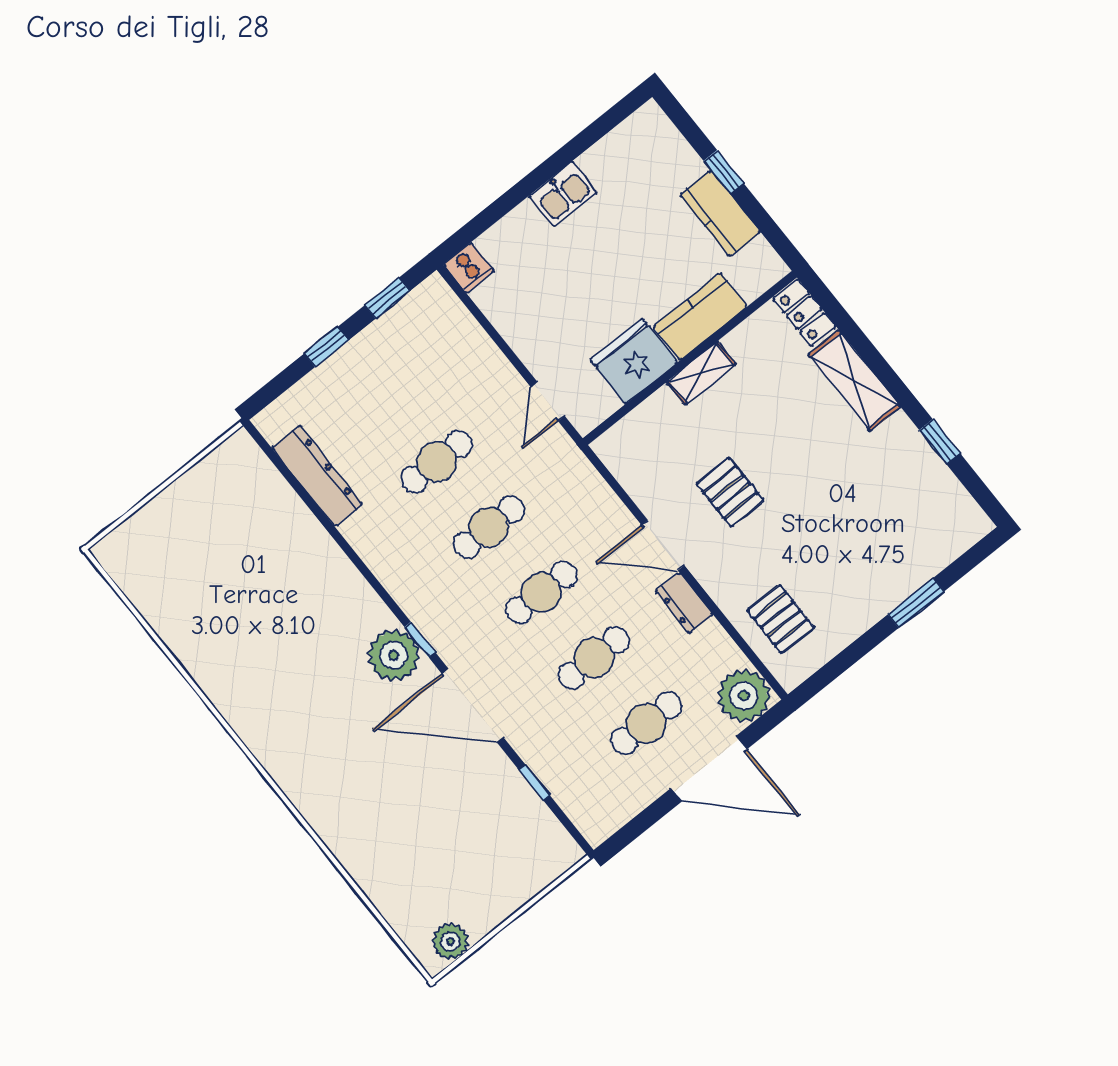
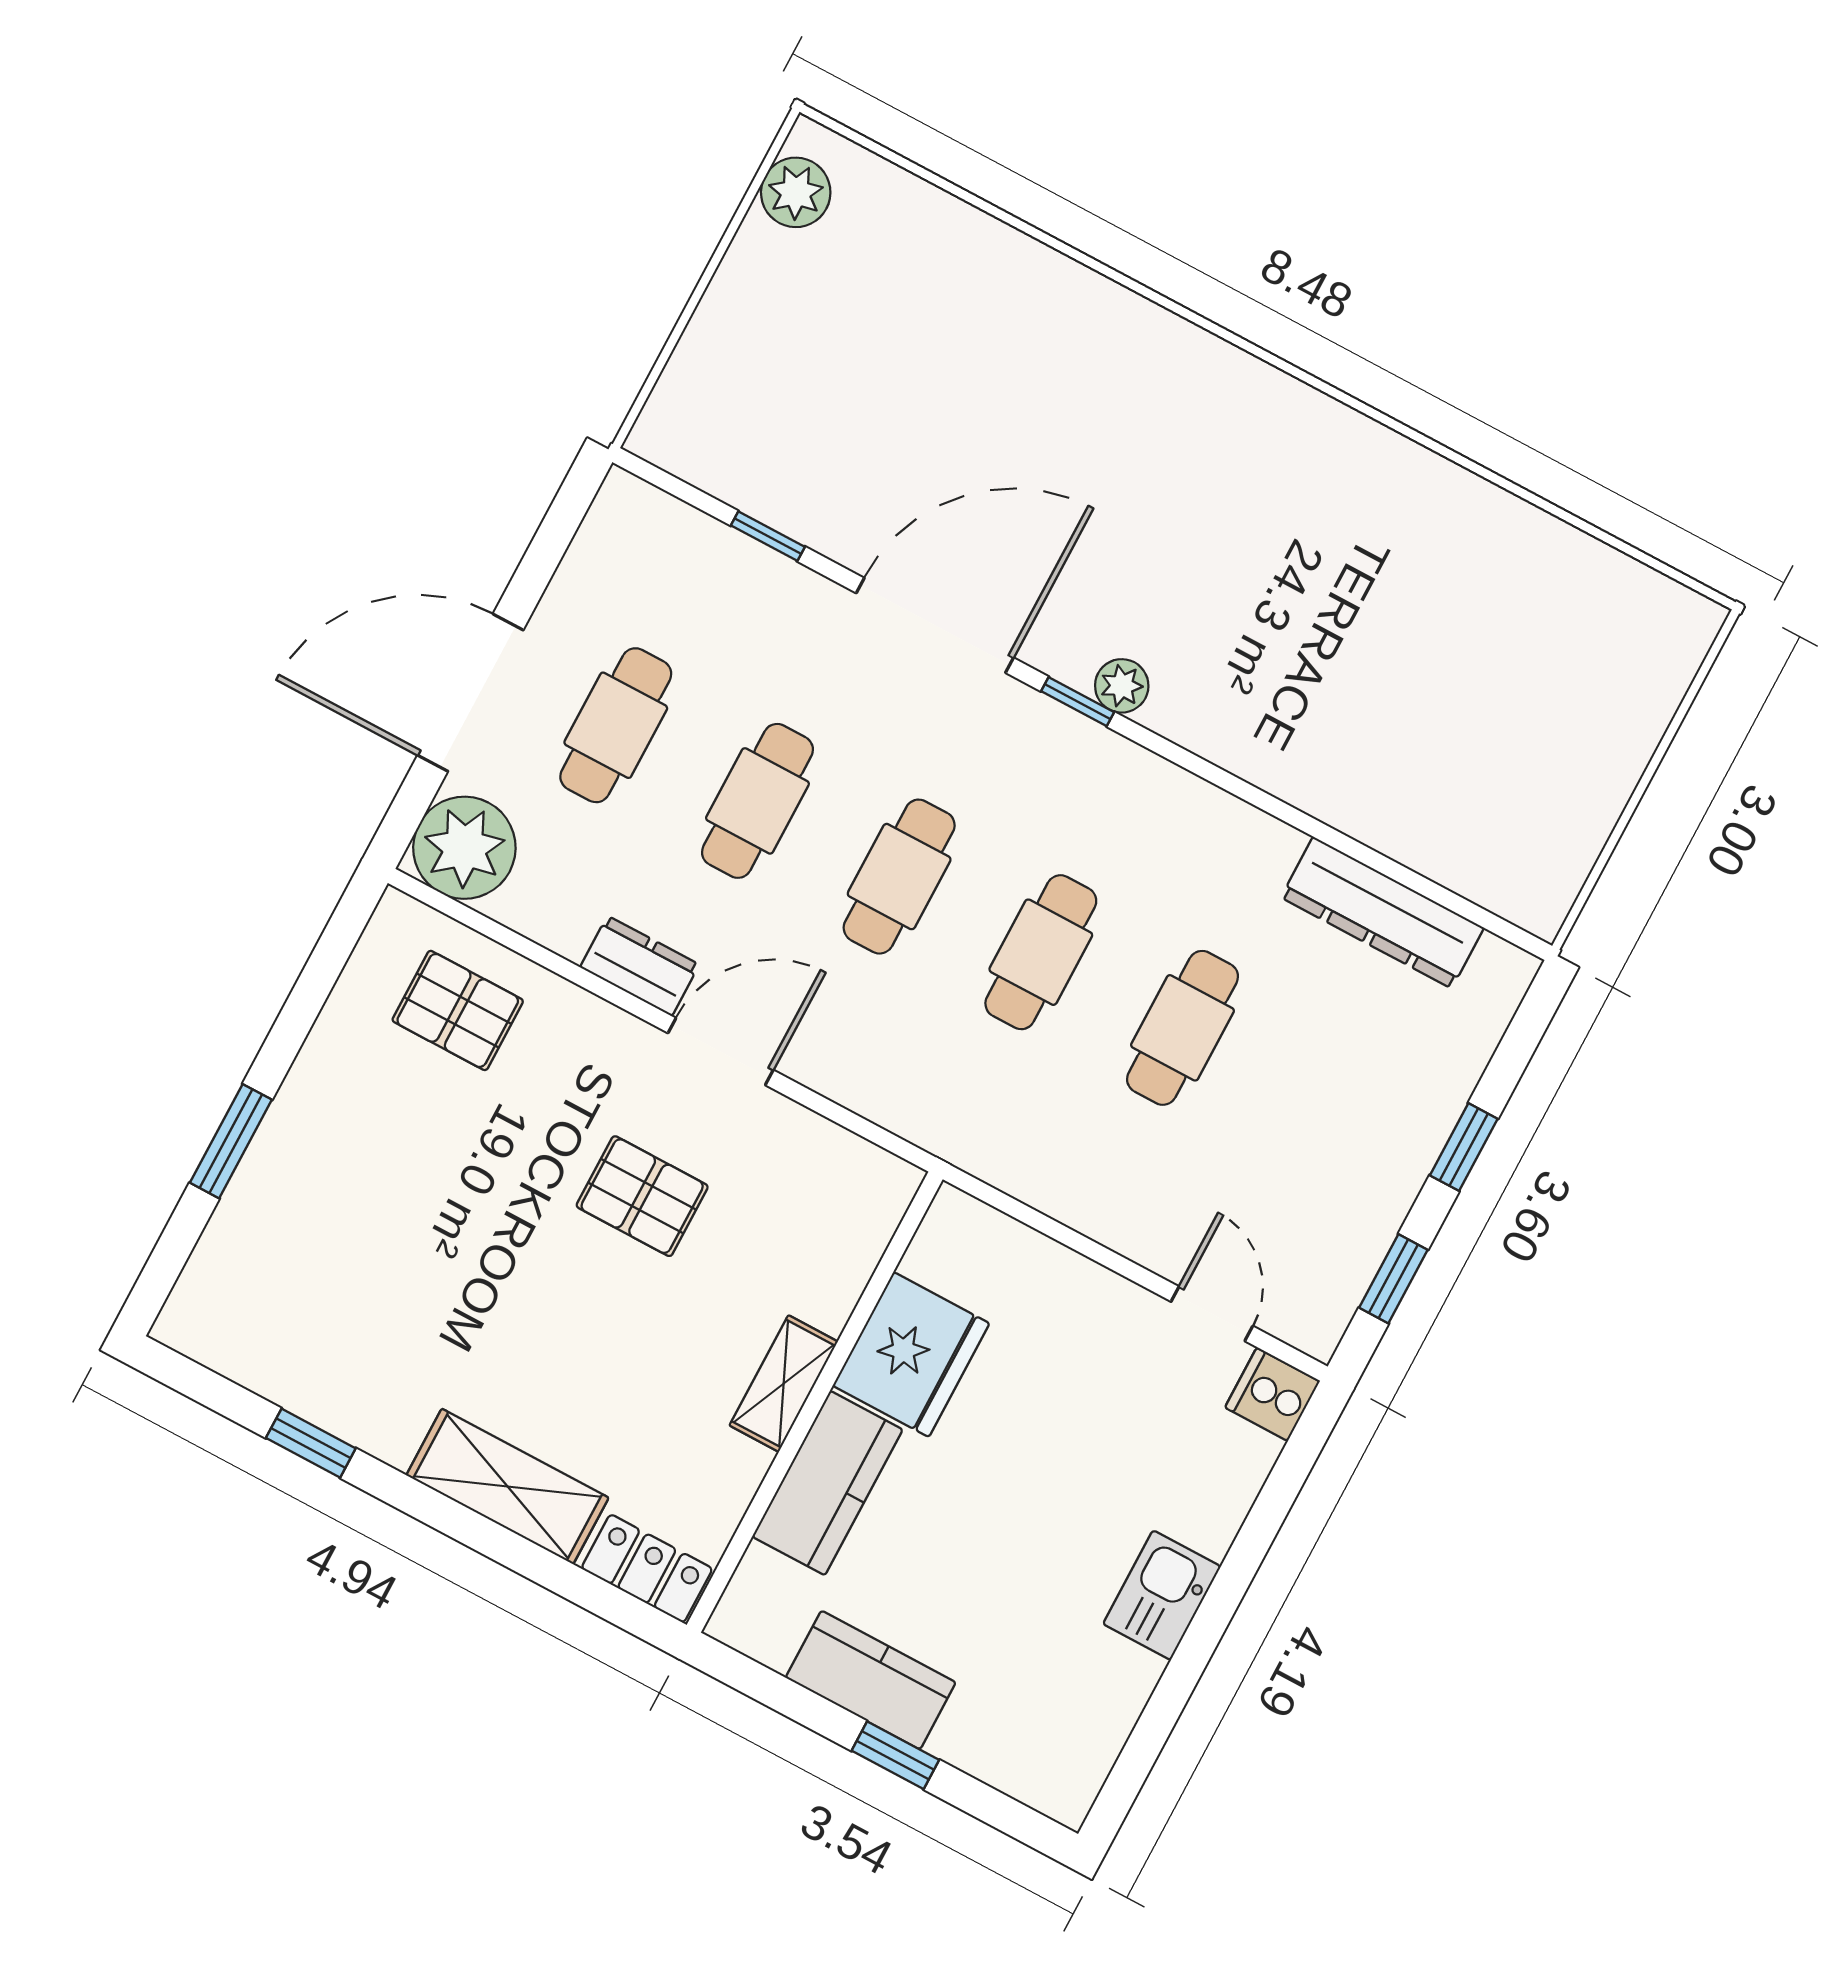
door: (548, 401) -> (1212, 1314), moved
plant: (394, 655) -> (1122, 686), width x0.53, depth x0.53

